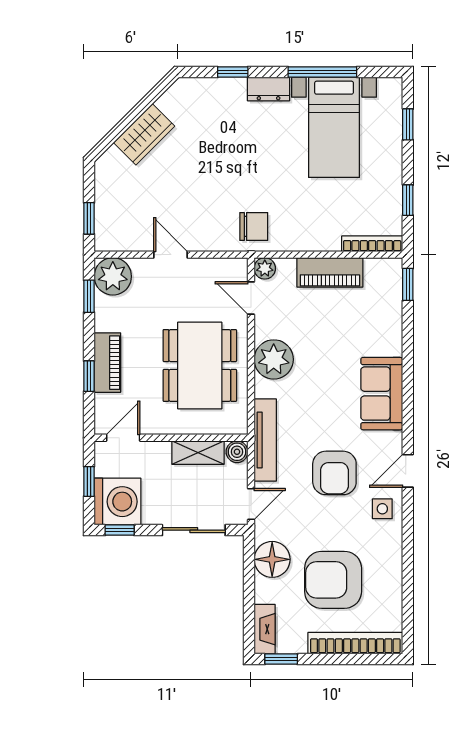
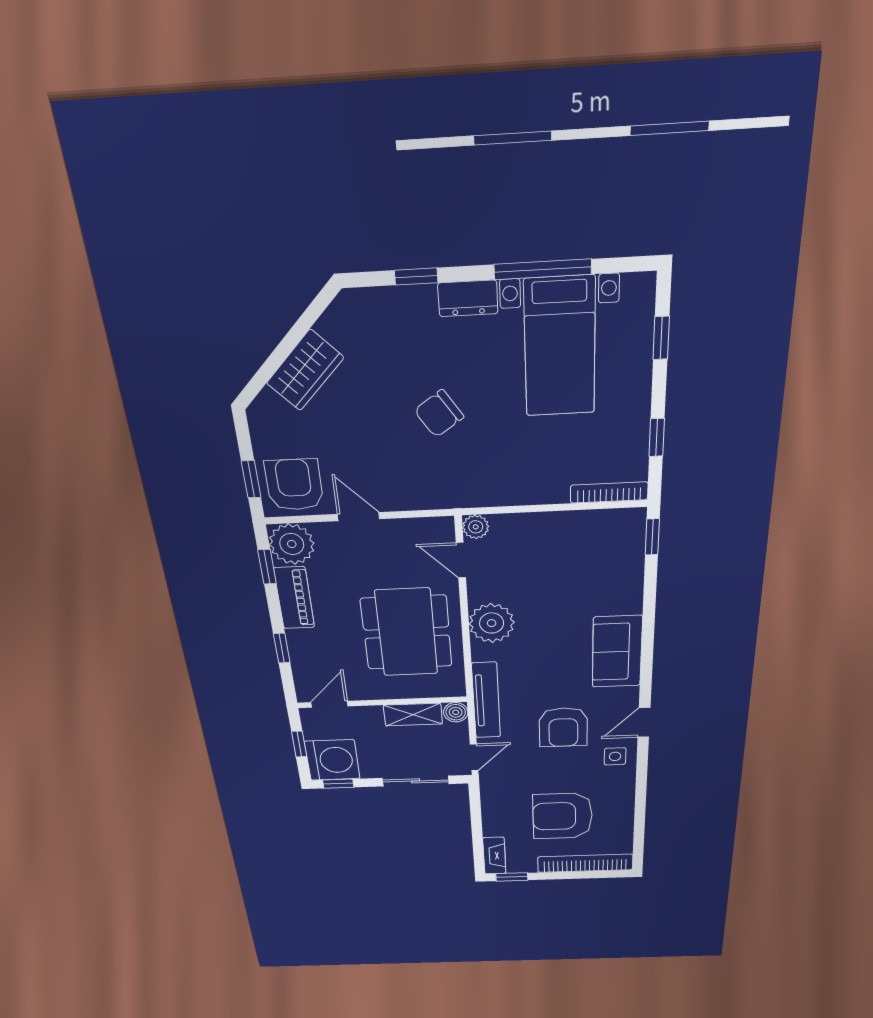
armchair: (123, 225) -> (294, 485), added
chair: (254, 226) -> (439, 414), moved, turned 146
piano: (330, 272) -> (556, 528), removed
piano: (107, 363) -> (294, 598), moved
floor lamp: (272, 559) -> (499, 802), removed

